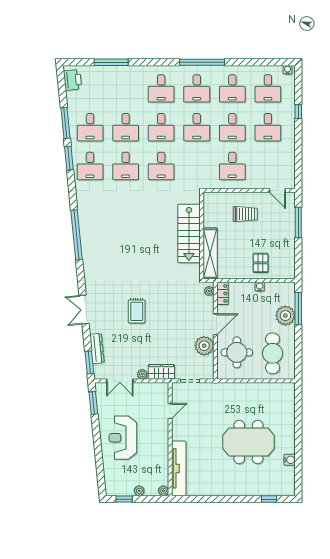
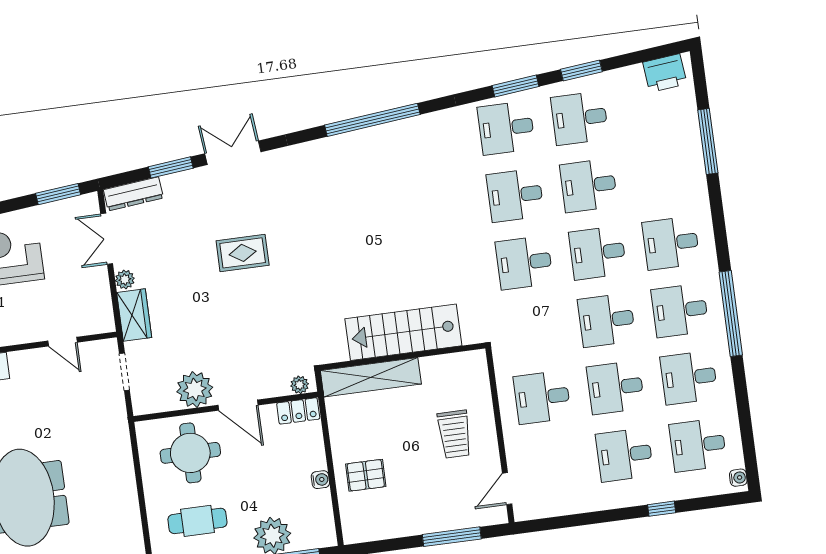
window: (65, 123) -> (581, 70), width x0.69
dresser: (97, 349) -> (133, 194), moved
cafe table: (273, 353) -> (197, 521), width x0.73, depth x0.74
window: (89, 362) -> (171, 167), moved

